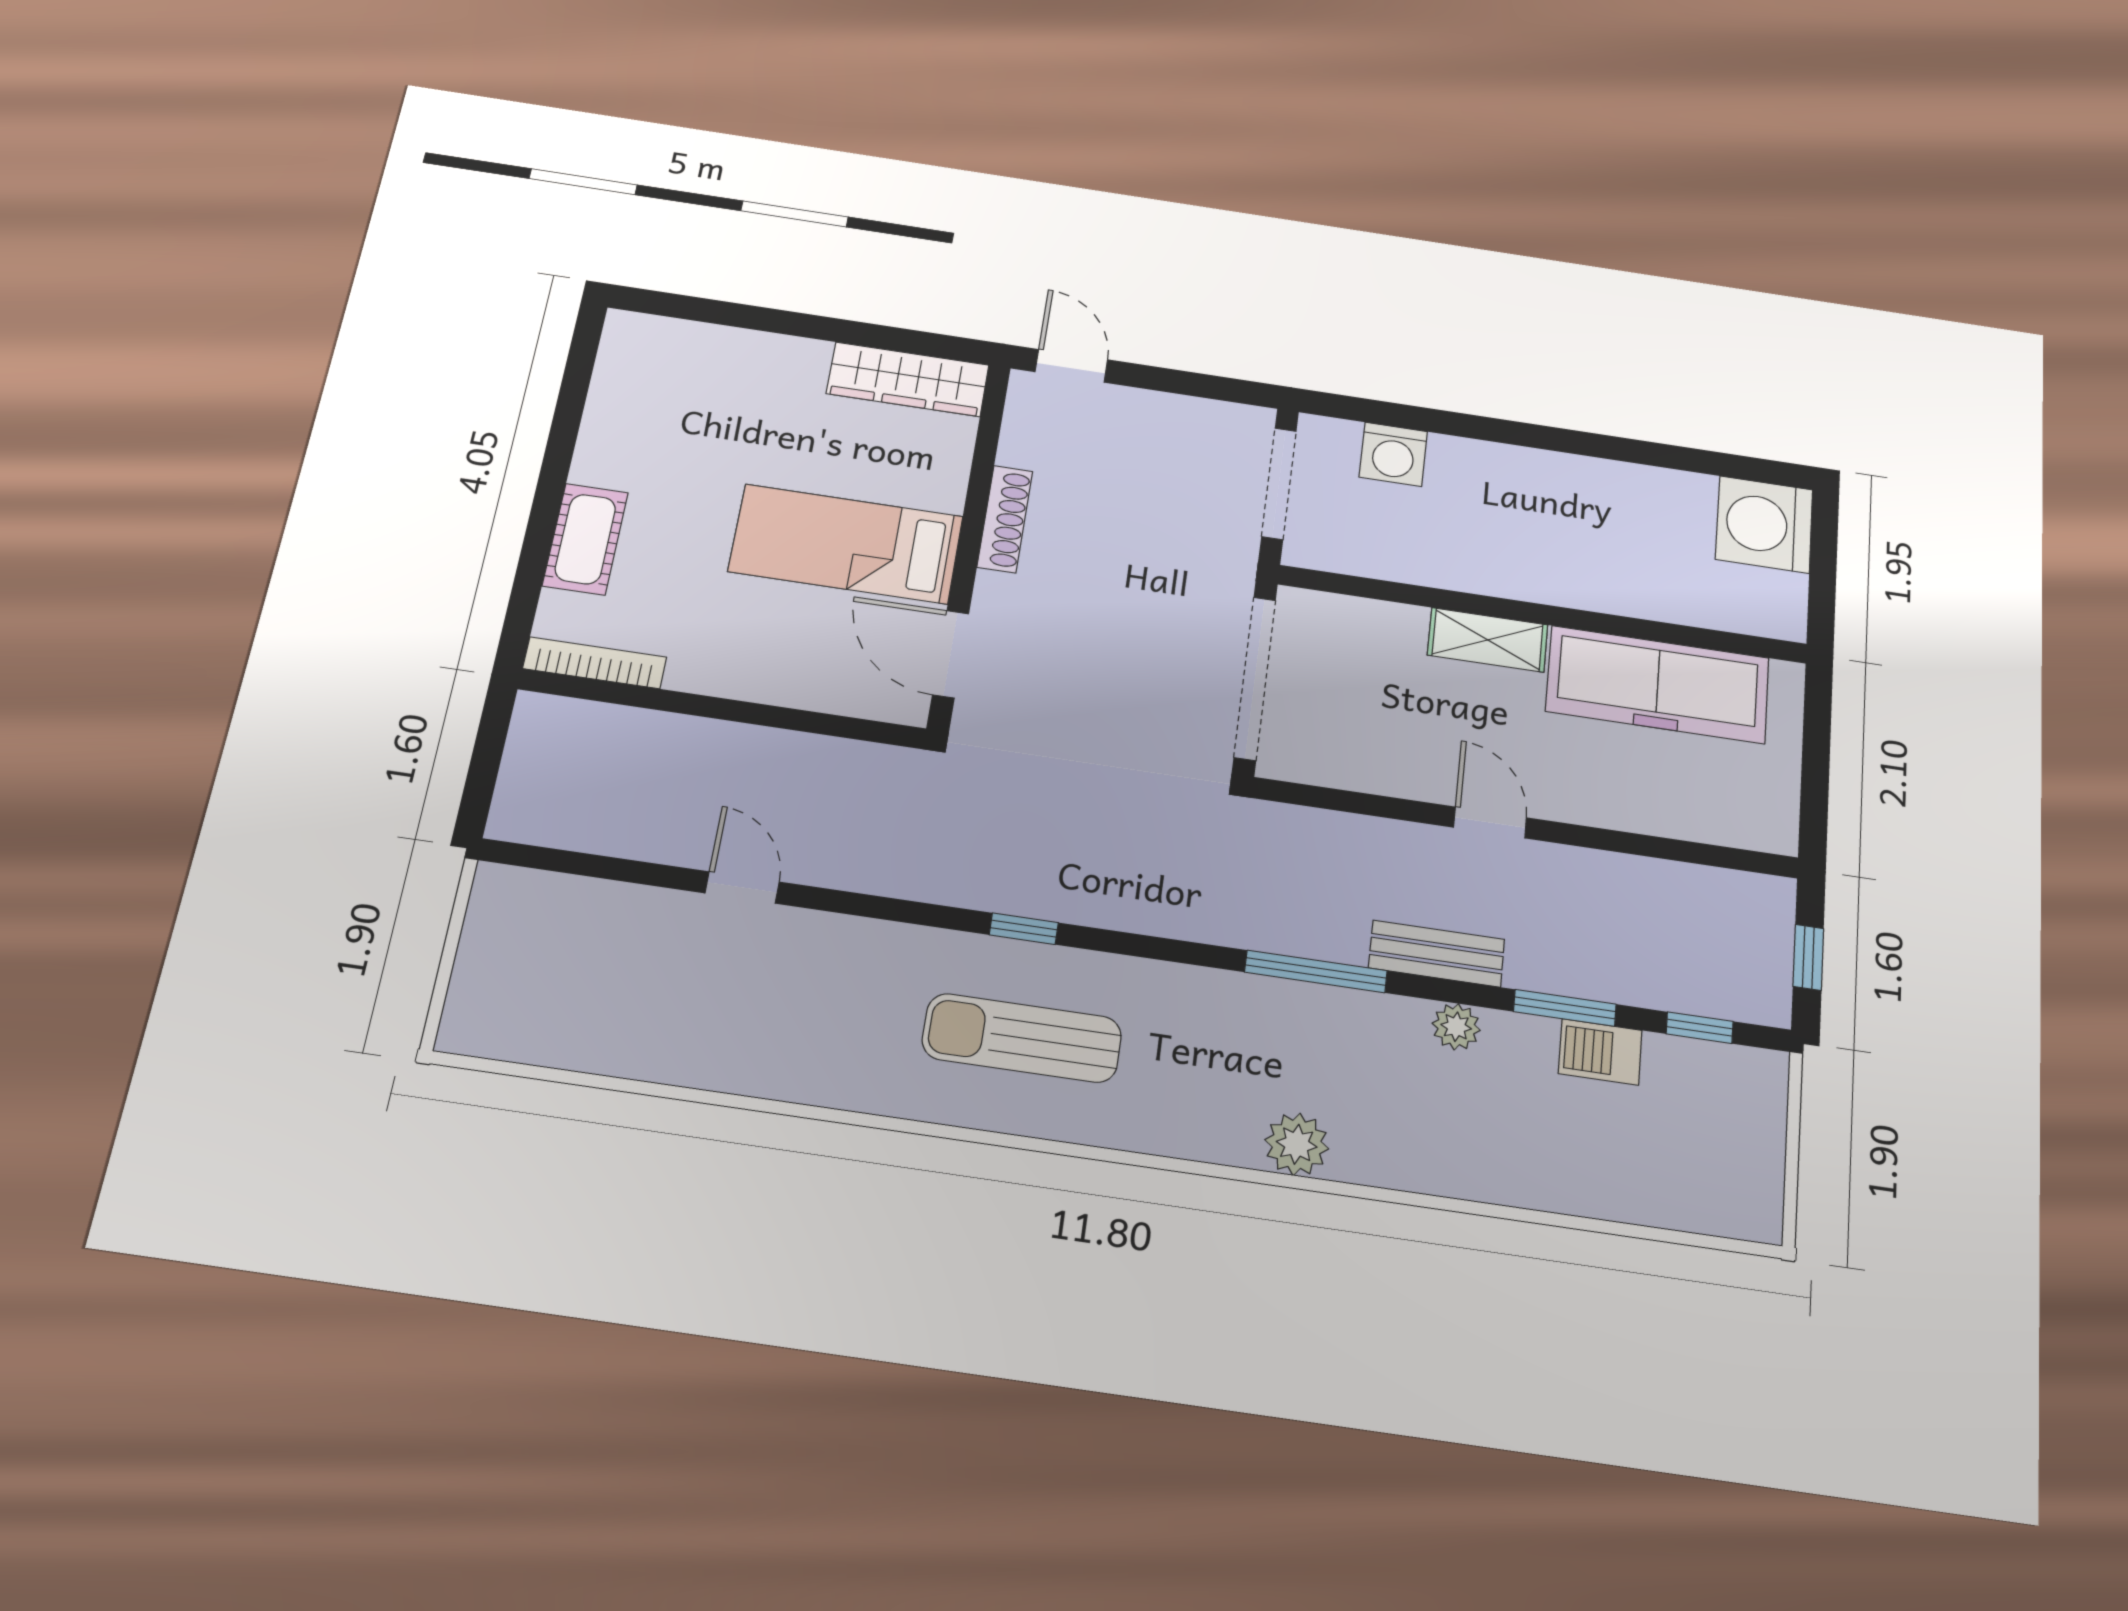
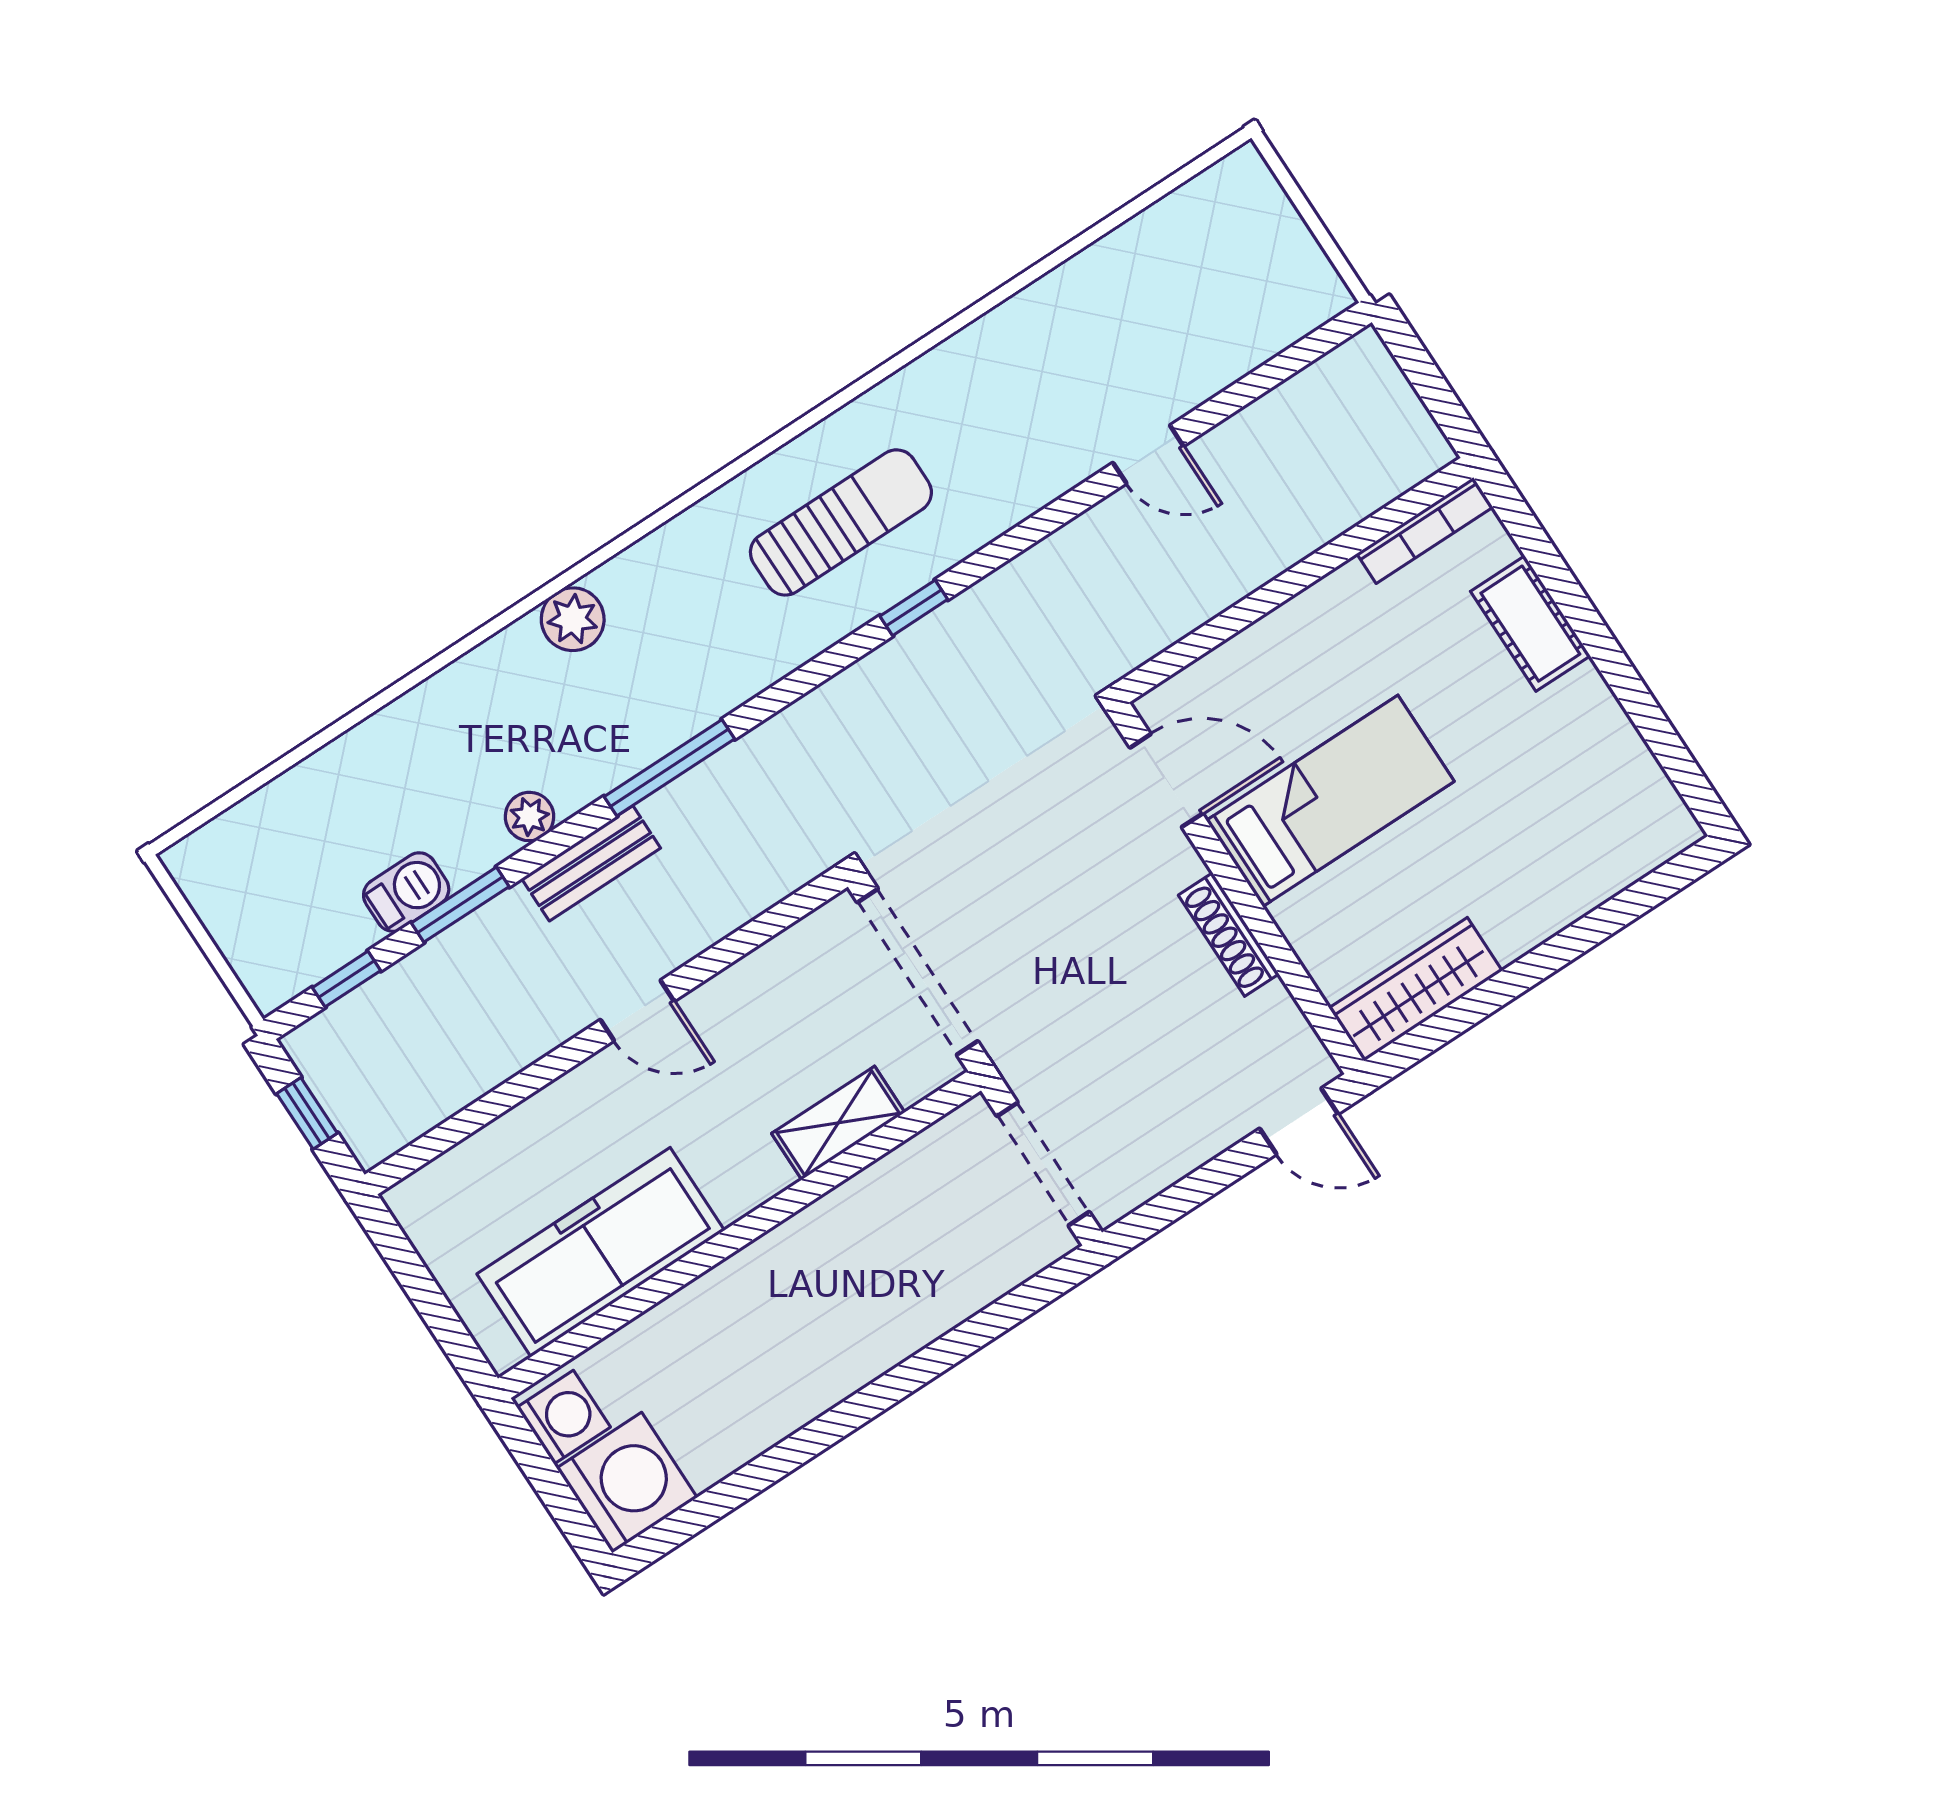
washing machine: (1393, 454) -> (564, 1417), moved, turned 90
shelving: (1488, 640) -> (838, 1123), moved

